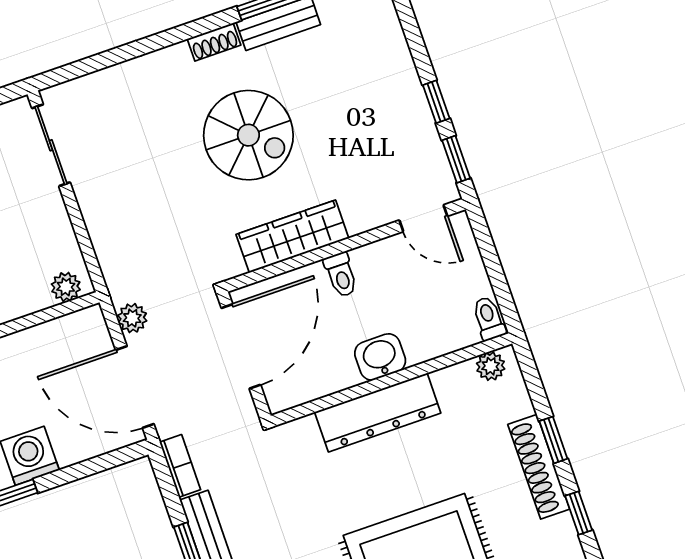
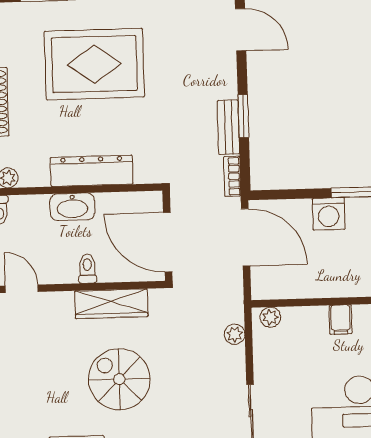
plant: (132, 318) -> (235, 334), moved
door: (241, 346) -> (168, 242), hinge flipped
washbasin: (380, 357) -> (72, 207), width x1.38

